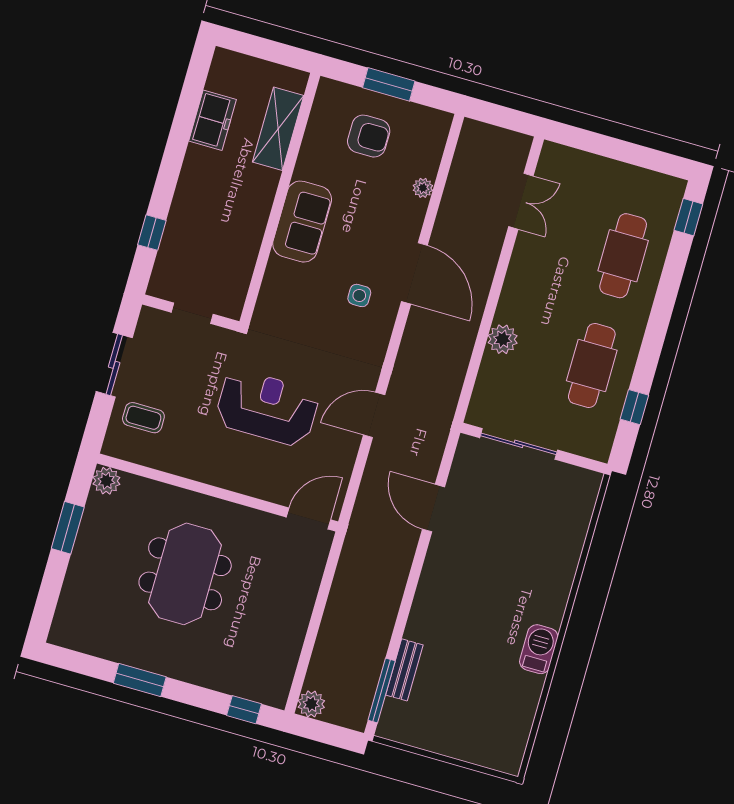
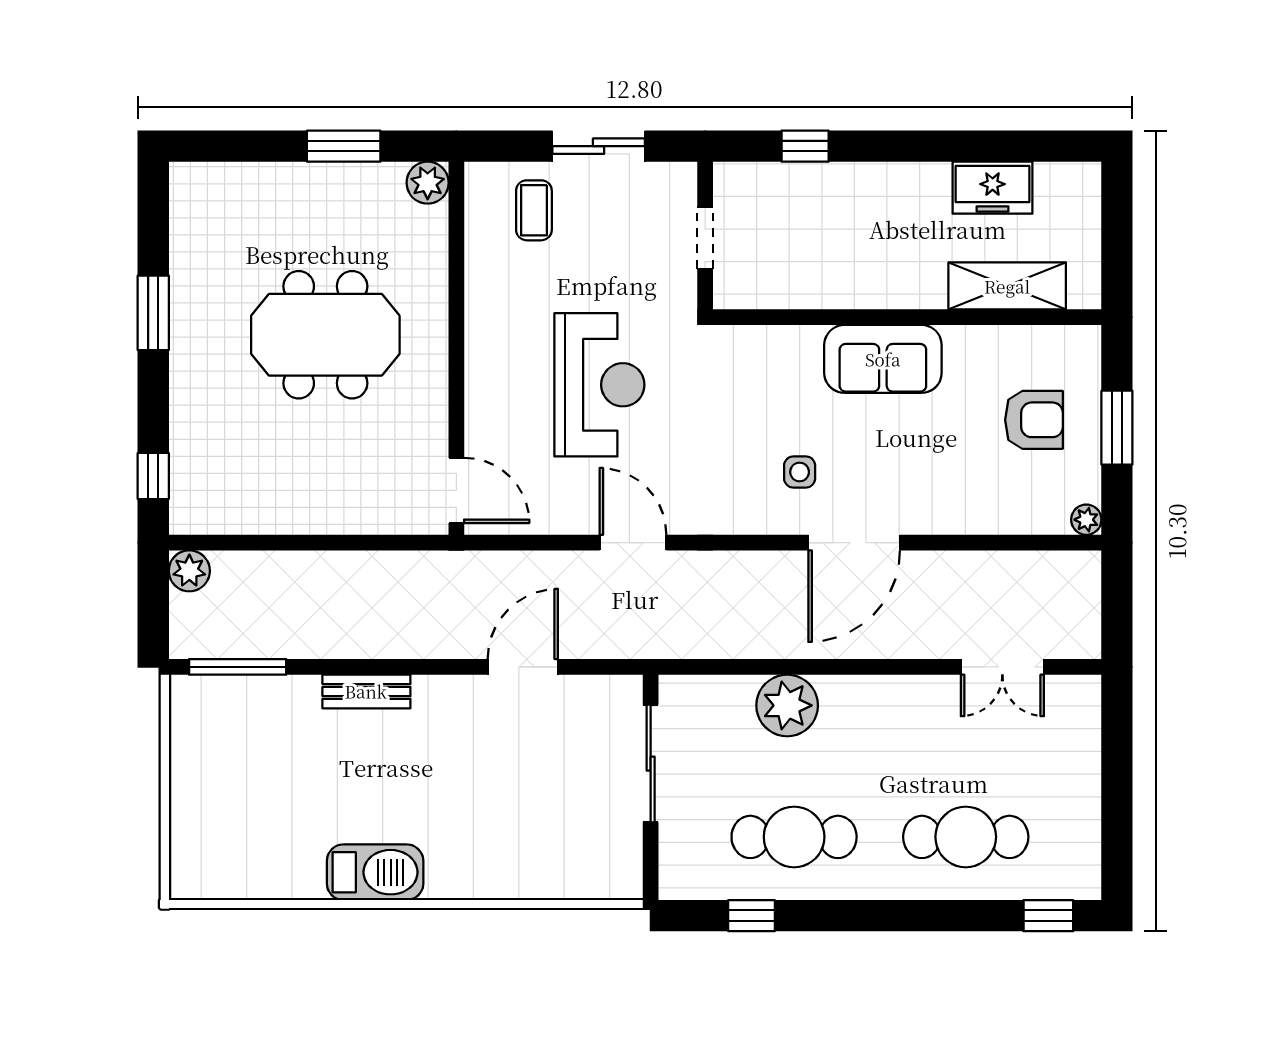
armchair: (369, 136) -> (1034, 420), turned -90
plant: (423, 188) -> (1086, 520), moved
plant: (503, 339) -> (787, 705), width x1.36, depth x1.36
barbecue: (539, 649) -> (375, 872), width x1.37, depth x1.21
bench: (404, 670) -> (366, 691), moved

